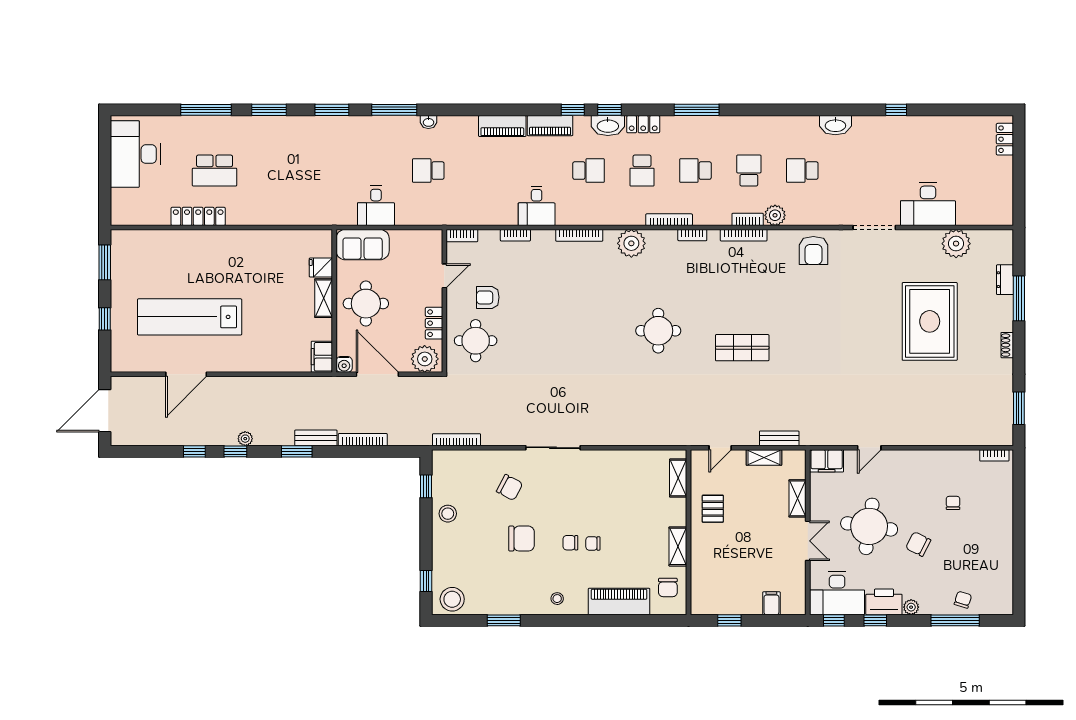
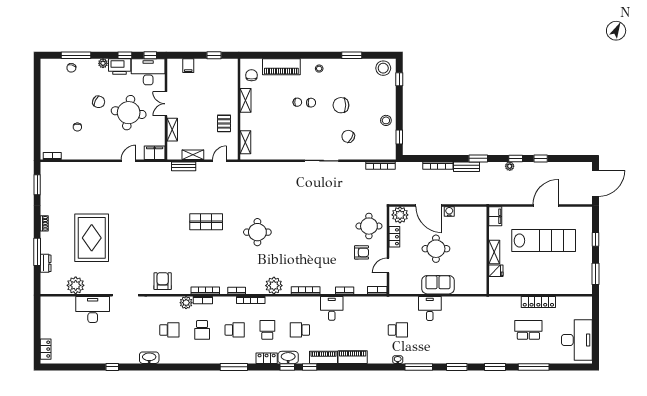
fridge: (321, 268) -> (496, 271), moved
shelving: (324, 298) -> (494, 252), moved
wall: (334, 301) -> (488, 250), moved
filing cabinet: (322, 357) -> (495, 216), moved

